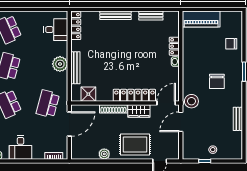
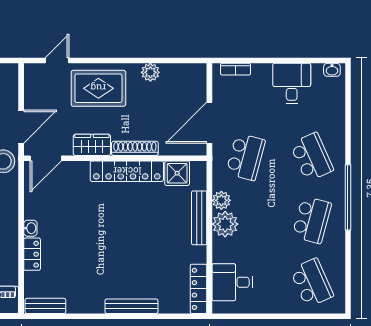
bench: (151, 16) -> (45, 306), moved
plant: (62, 78) -> (221, 200), added
locker: (134, 95) -> (127, 171), moved

